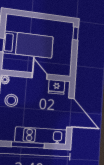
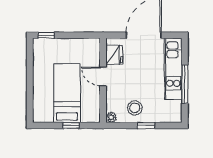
door: (40, 76) -> (103, 76), hinge flipped

